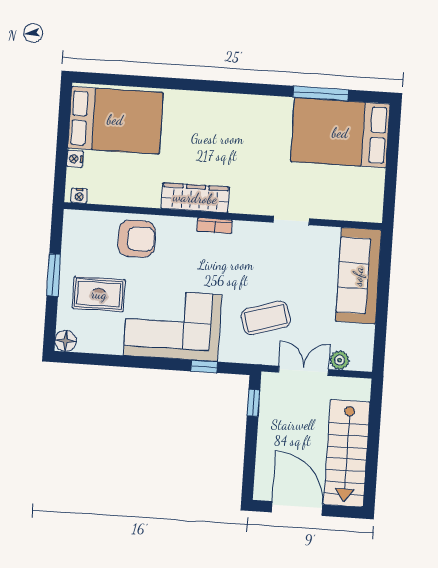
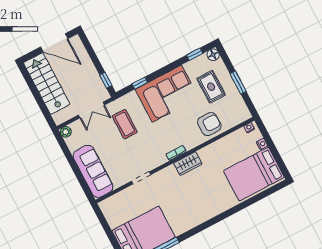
wardrobe: (195, 198) -> (188, 164), width x0.67
armchair: (137, 239) -> (209, 124), turned 180
rug: (99, 294) -> (211, 87), turned 90
coffee table: (266, 318) -> (125, 124), turned -73
window: (93, 359) -> (195, 54), added
plant: (340, 360) -> (66, 132), moved

